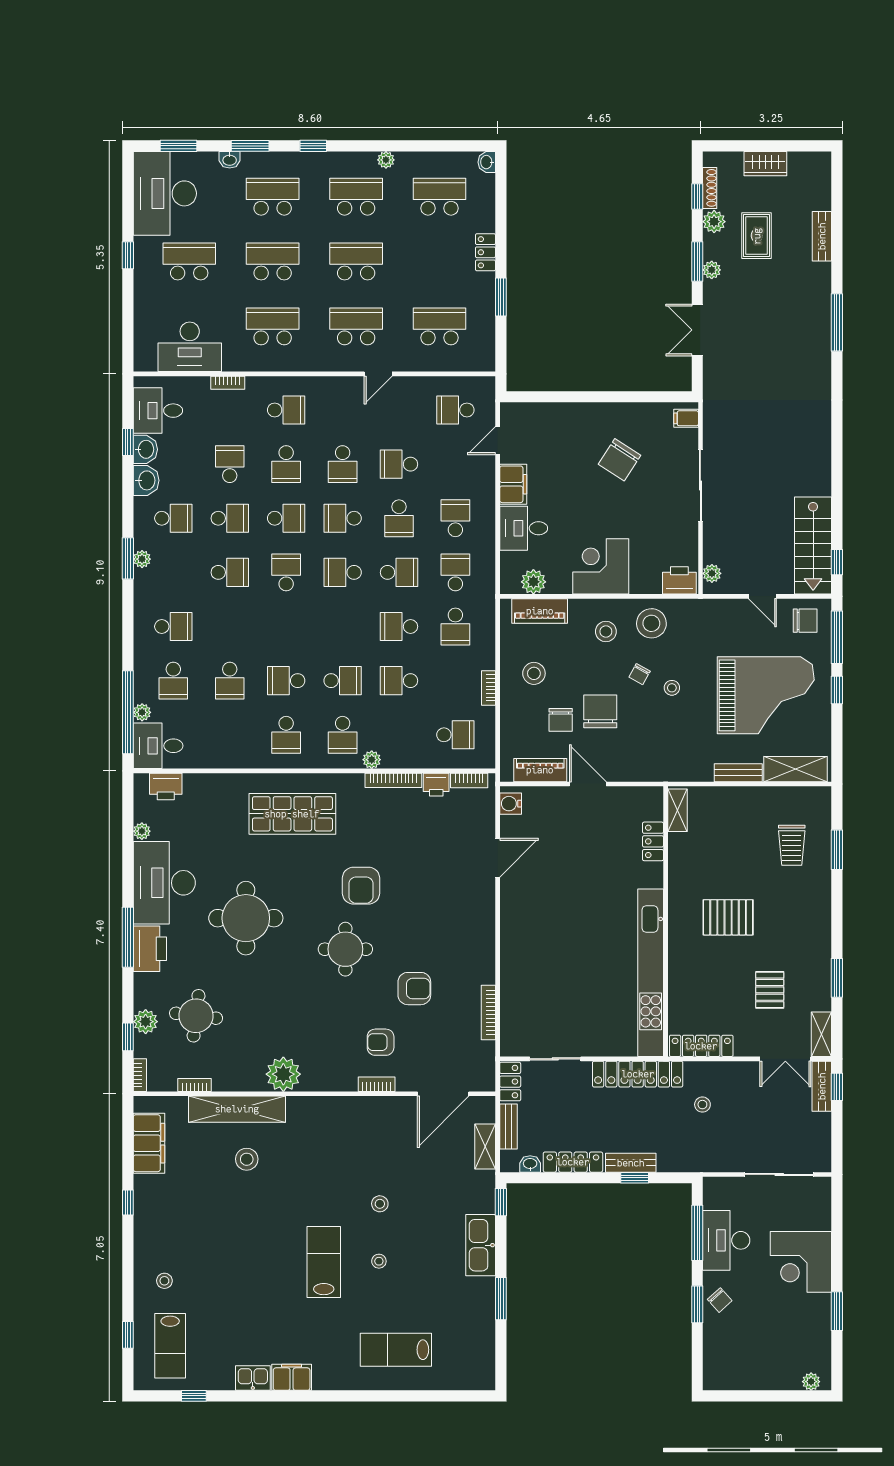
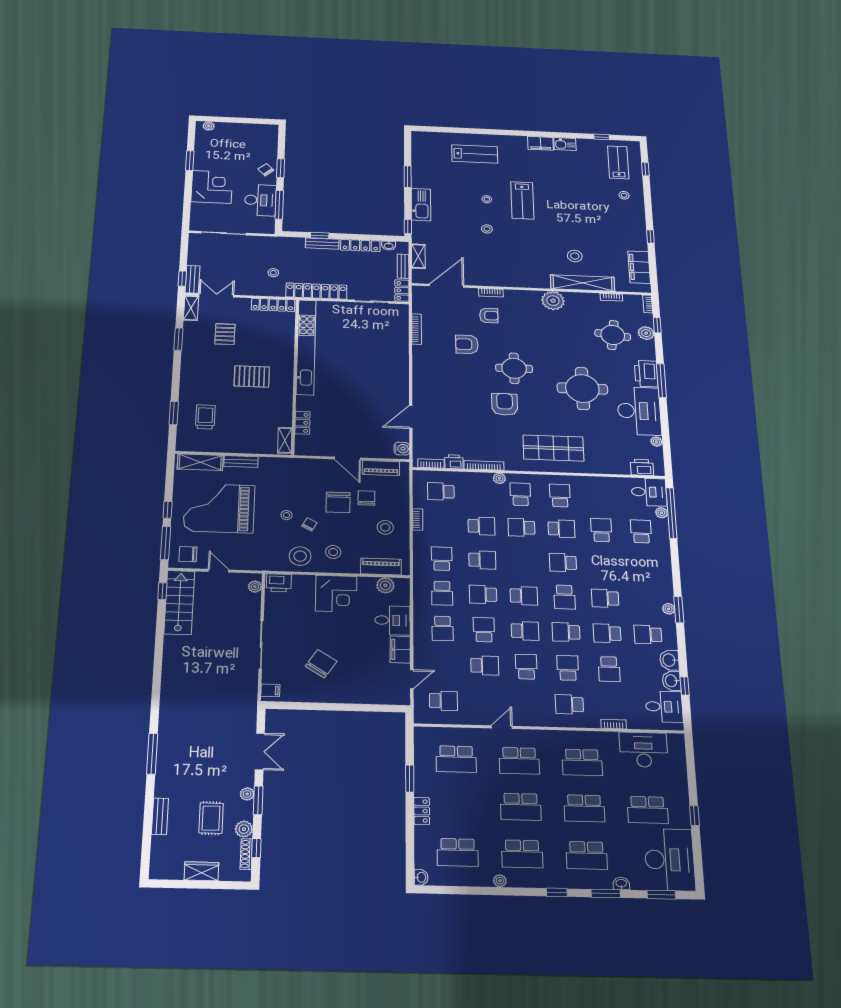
school desk: (173, 627) -> (563, 563), moved

